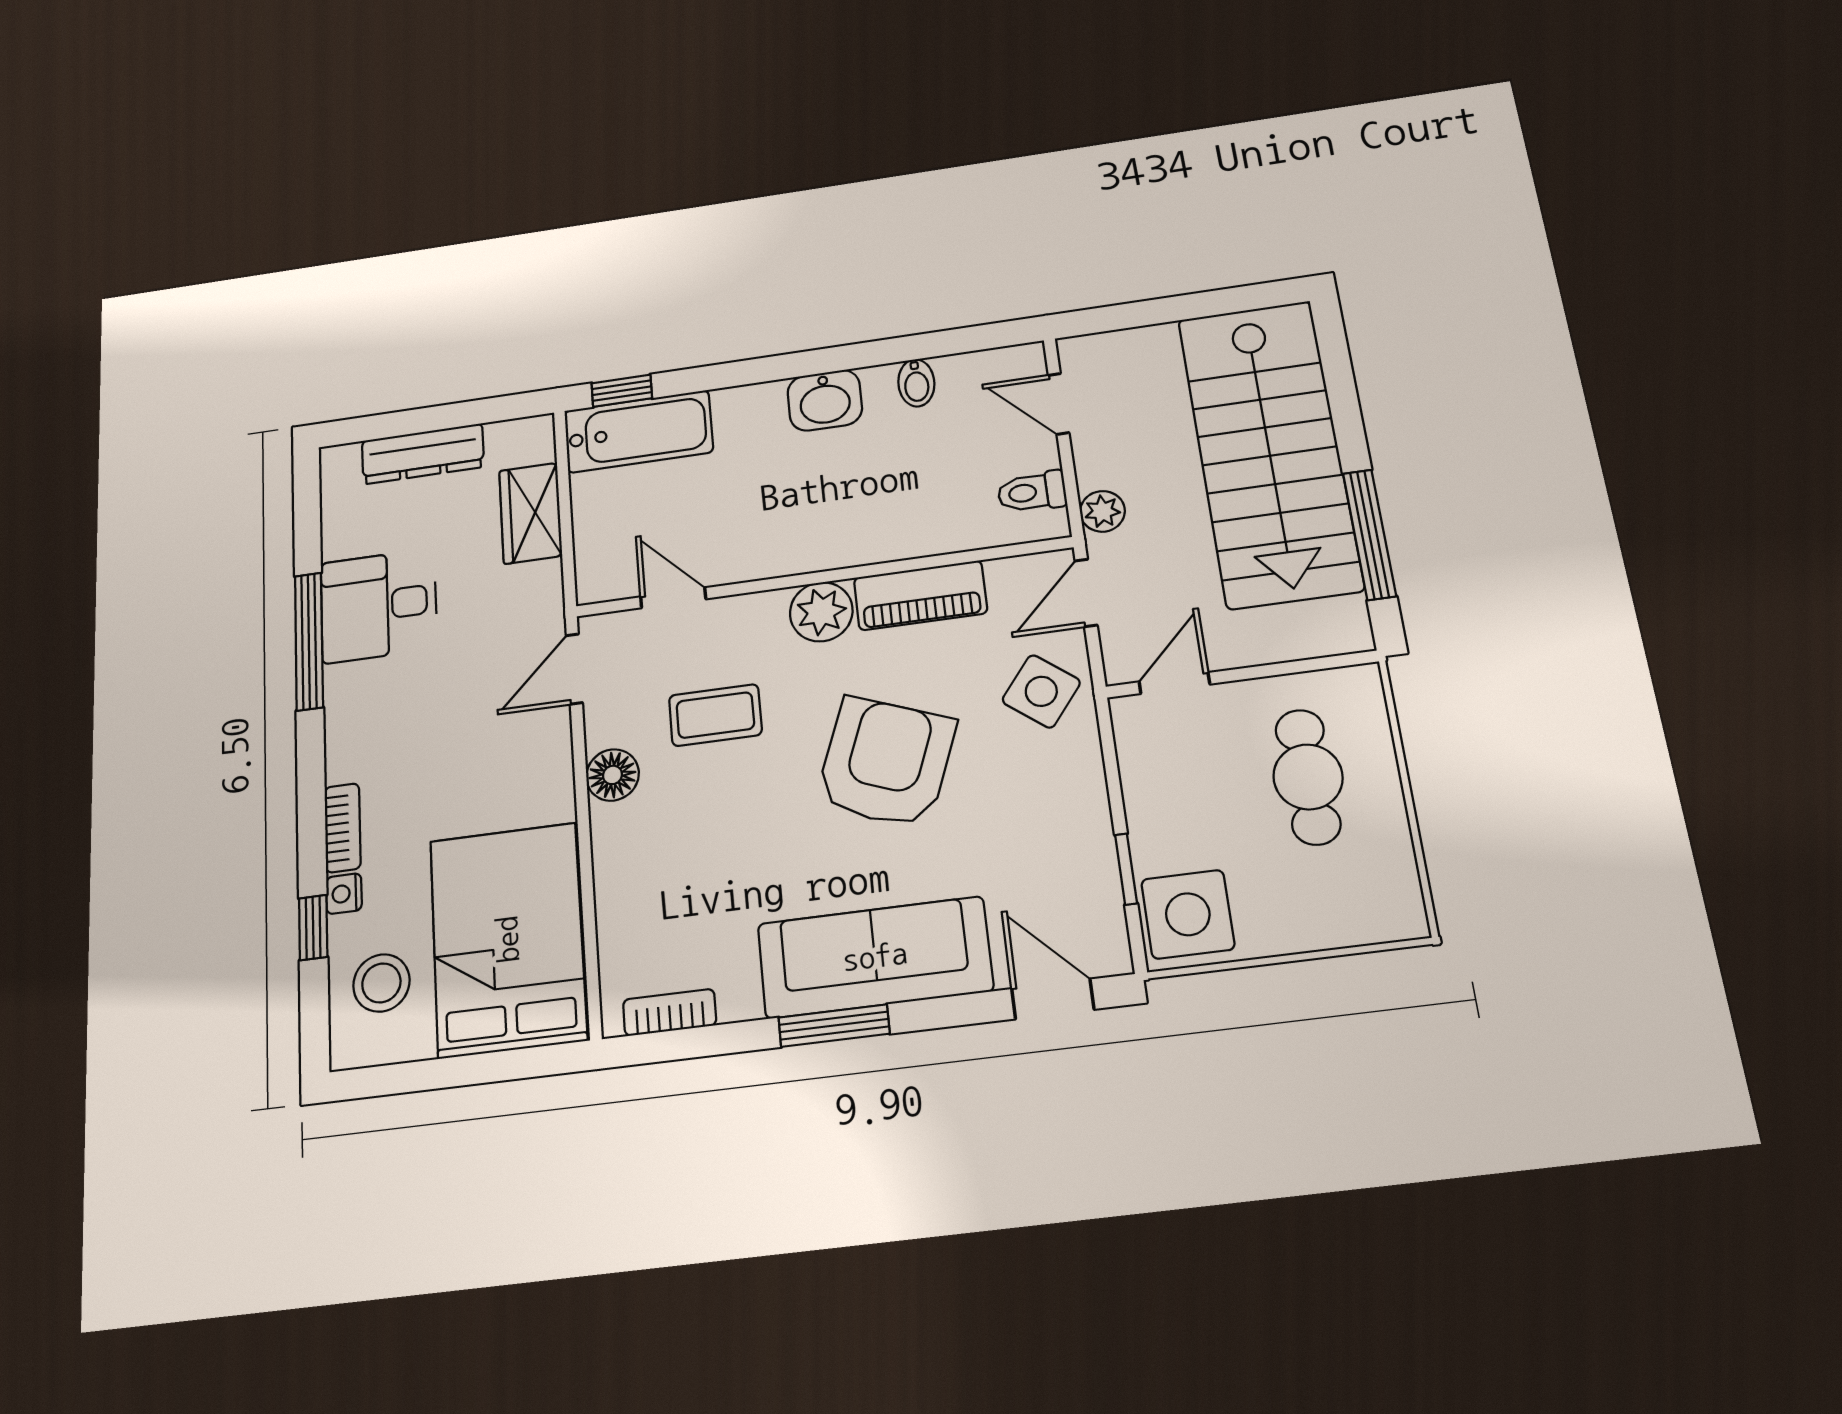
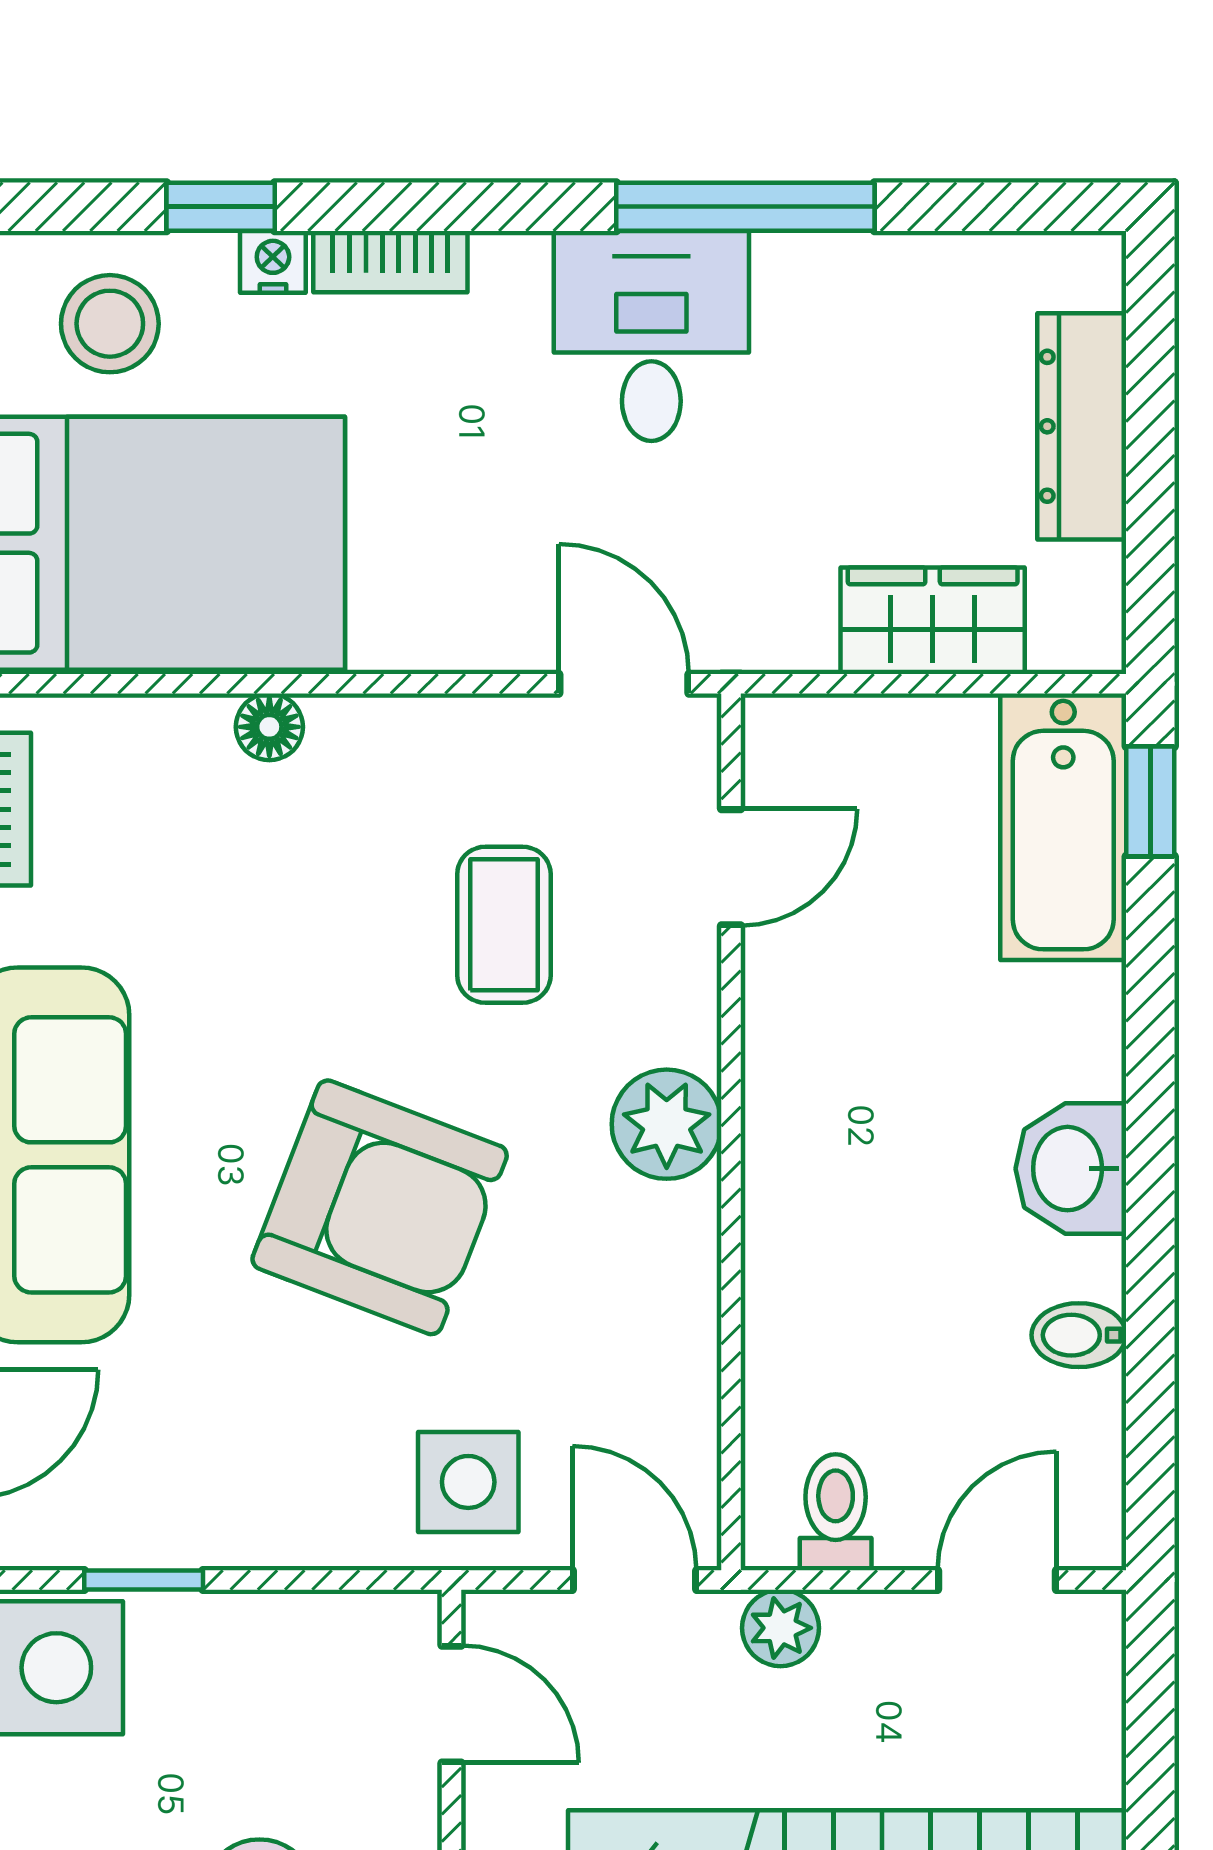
piano: (920, 595) -> (672, 1298), removed
desk: (379, 606) -> (651, 336), moved
side table: (1041, 691) -> (468, 1482), turned -38
floor lamp: (612, 775) -> (269, 727), moved, width x0.73, depth x0.73

